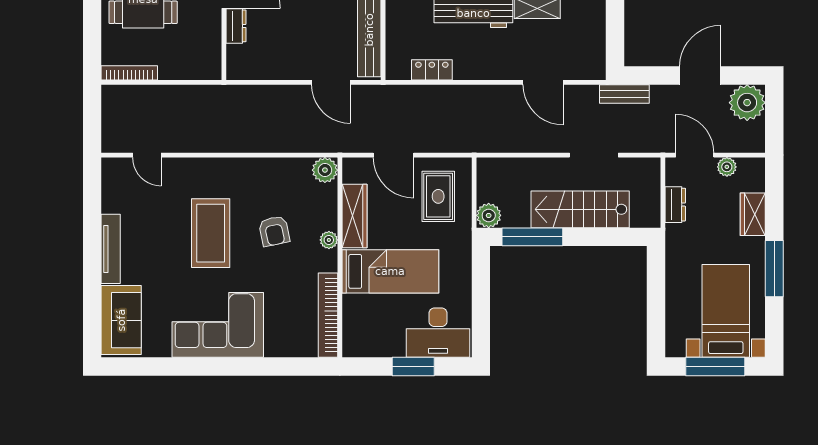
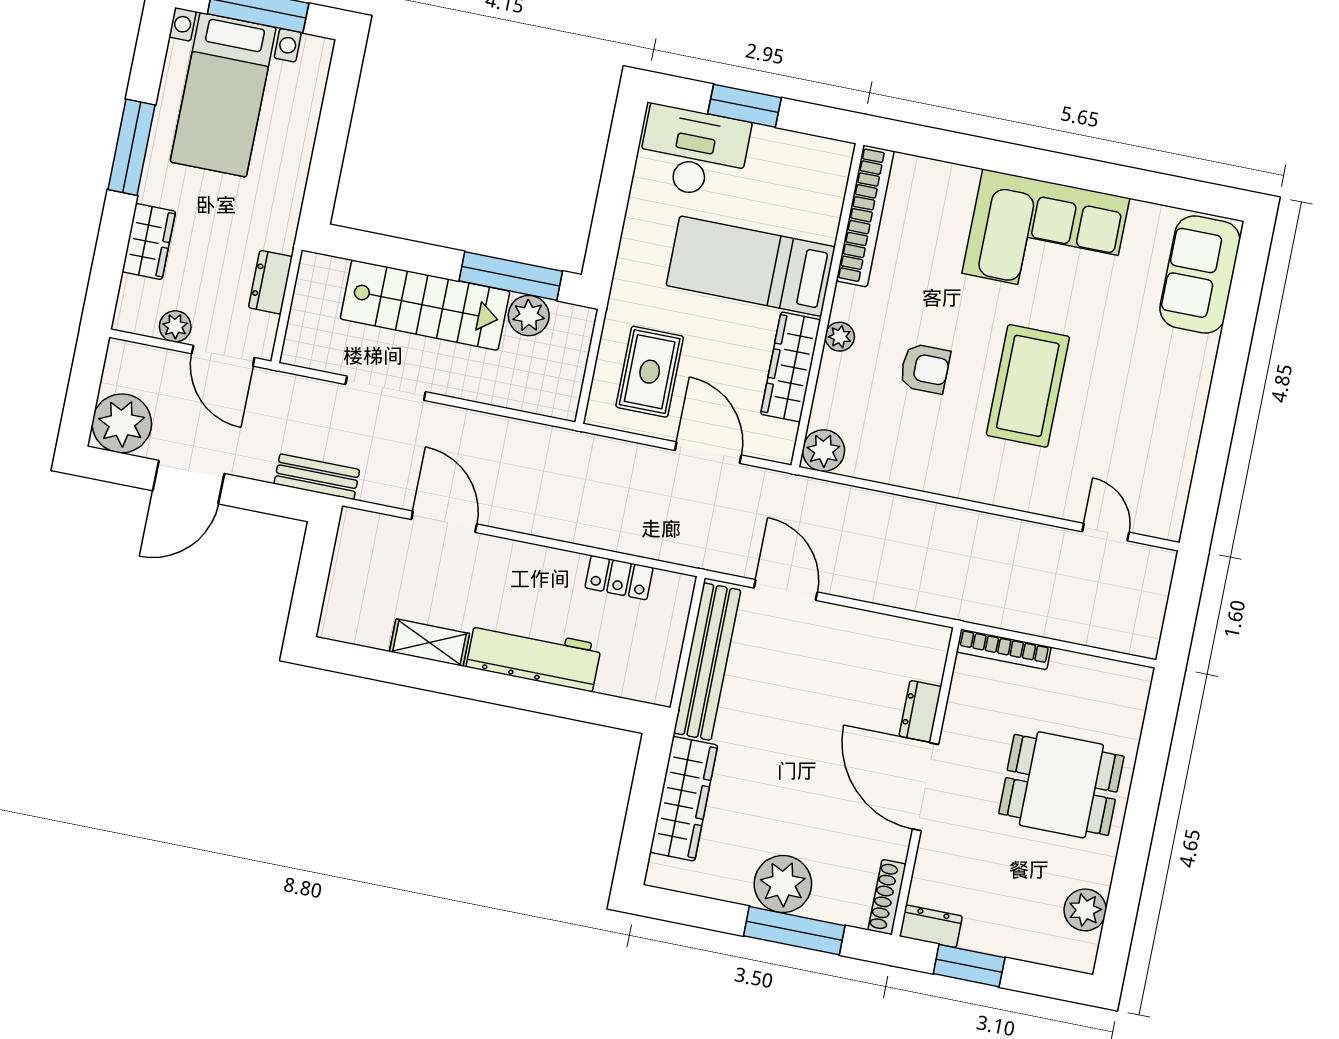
bookcase: (129, 73) -> (1004, 649), moved
plant: (489, 215) -> (529, 316), moved
armchair: (274, 231) -> (925, 369), turned 102
tv unit: (111, 249) -> (1194, 393), removed

